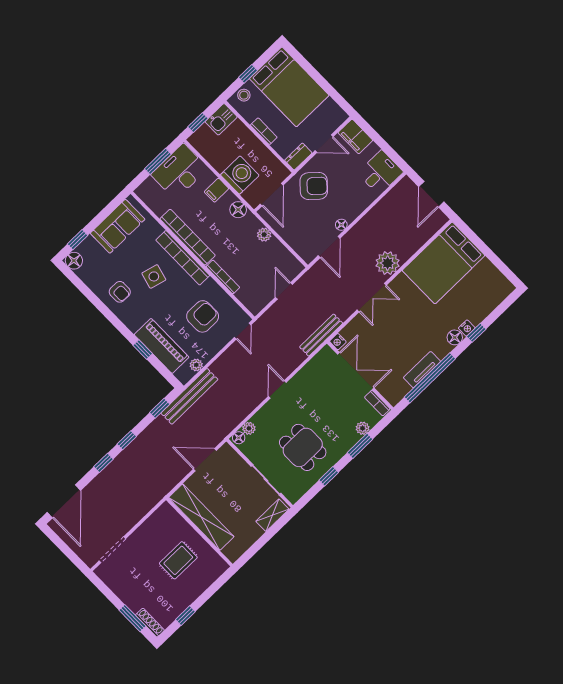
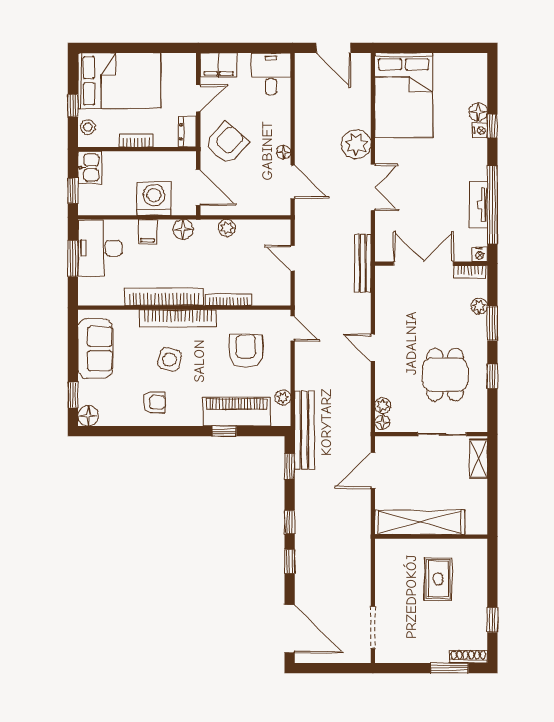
floor lamp: (455, 337) -> (478, 112), moved
nightstand: (338, 342) -> (480, 254), moved
dining table: (303, 447) -> (445, 375), turned 90

